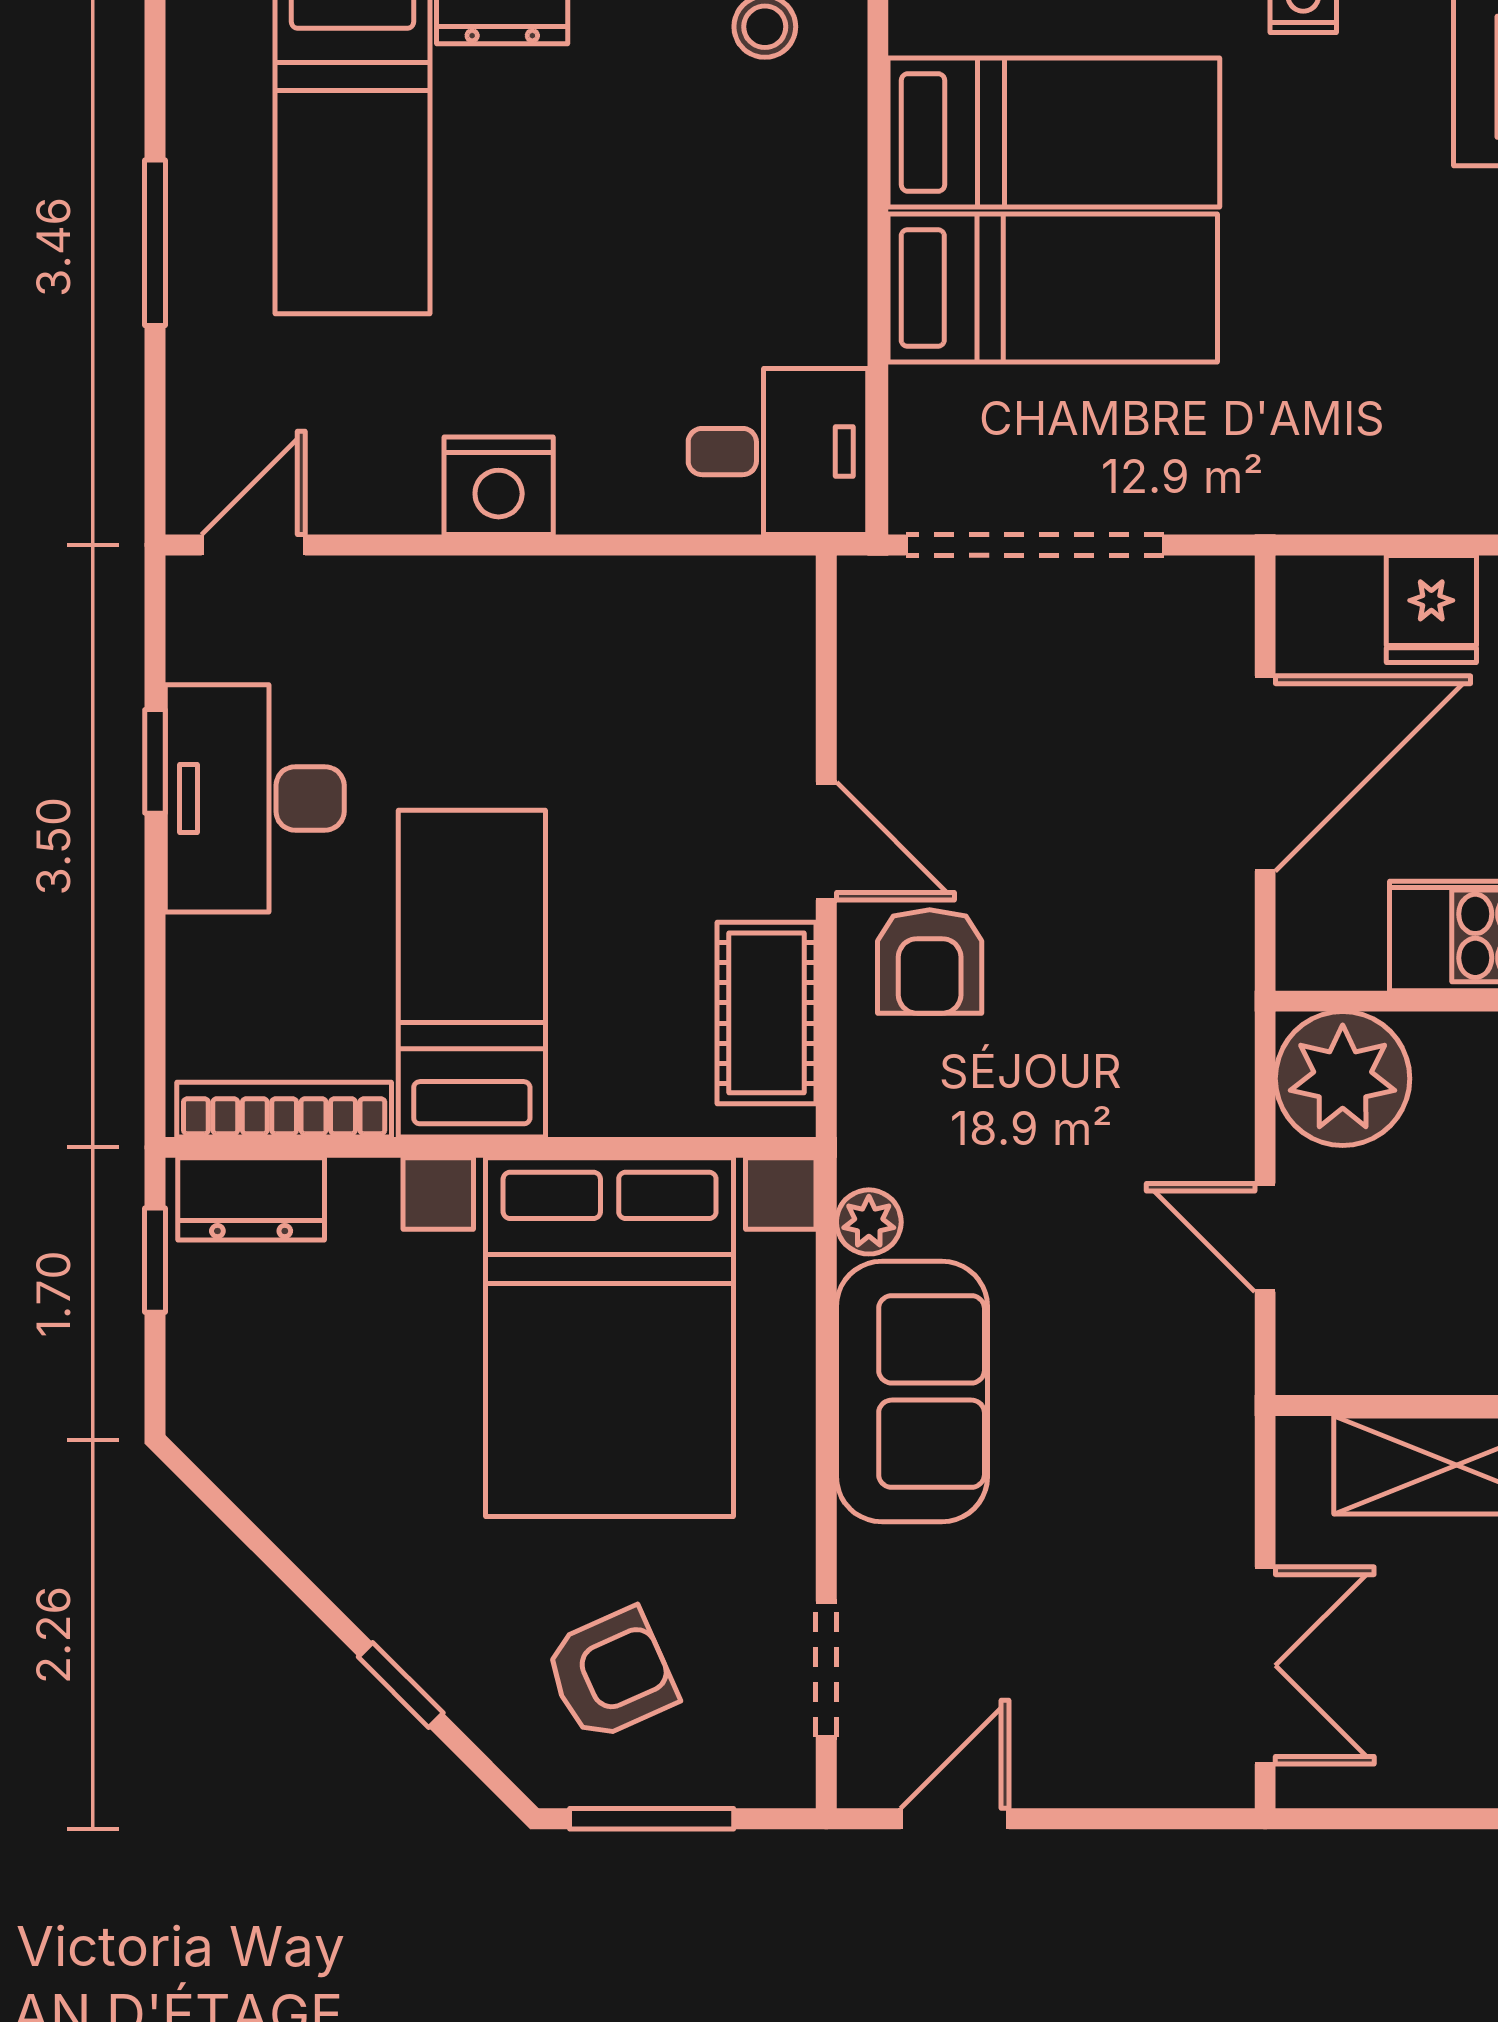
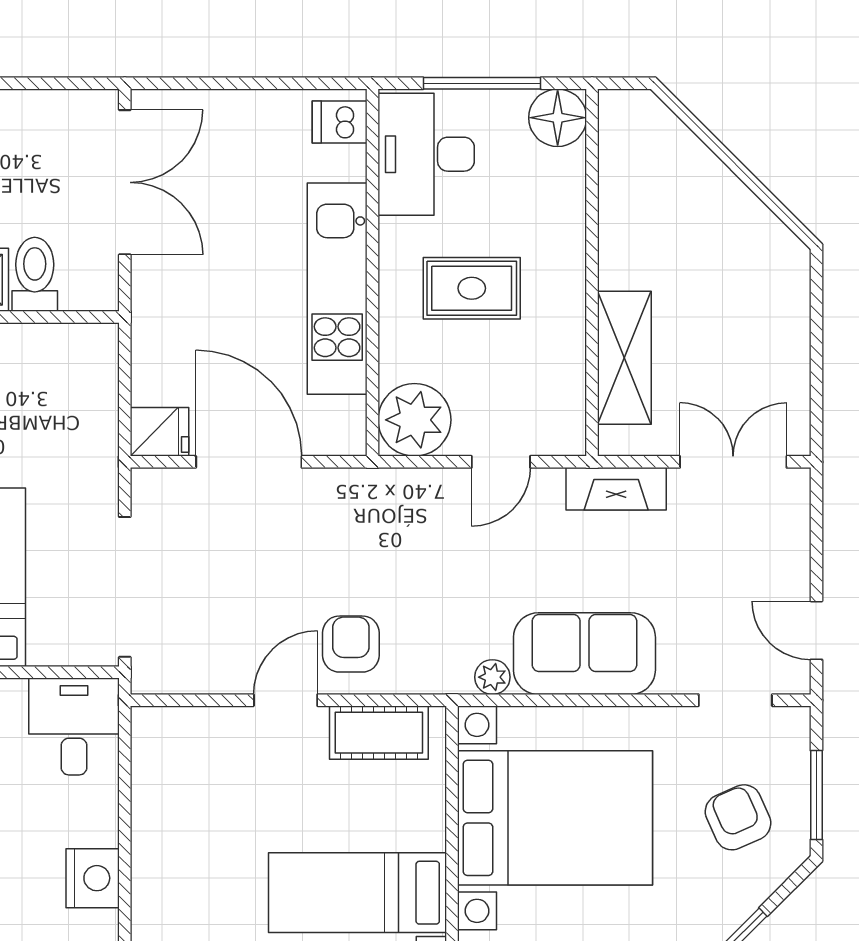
fridge: (1431, 609) -> (160, 432), moved
armchair: (930, 961) -> (351, 644), turned -90
fireplace: (1215, 1450) -> (616, 489), added

